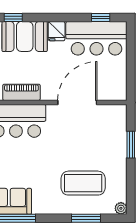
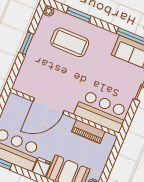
window: (131, 145) -> (26, 43), moved

